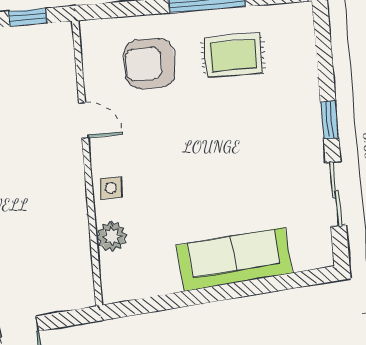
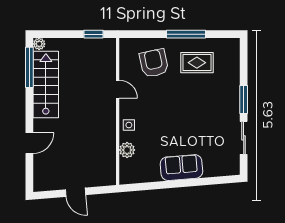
armchair: (150, 64) -> (154, 63), turned 78
window: (330, 120) -> (244, 100), width x1.50
sofa: (234, 259) -> (181, 168), width x0.73

